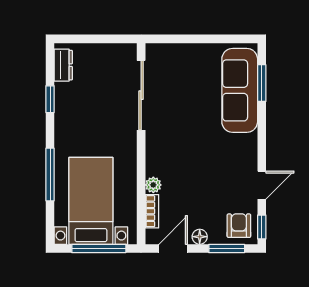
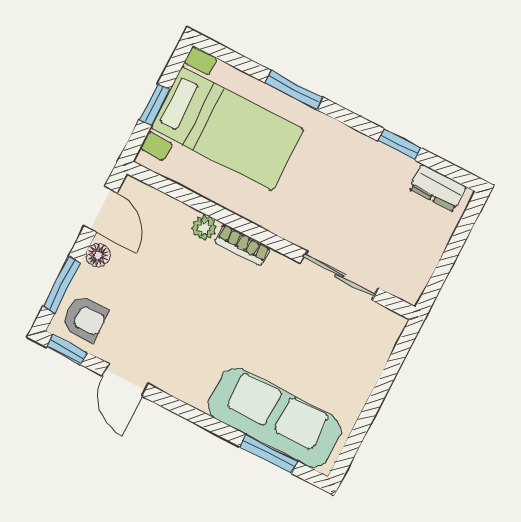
sliding door: (141, 95) -> (339, 276), width x0.73
window: (50, 175) -> (294, 90), width x0.69
bookcase: (152, 211) -> (242, 245), moved
window: (99, 248) -> (154, 105), width x0.46

